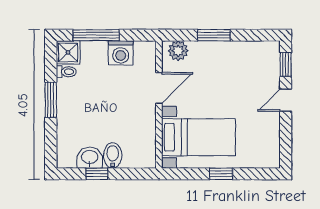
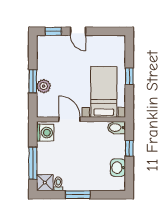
plant: (178, 51) -> (44, 86), moved
washing machine: (121, 53) -> (45, 133), moved
bidet: (113, 155) -> (116, 128), moved
window: (97, 174) -> (129, 148), moved

